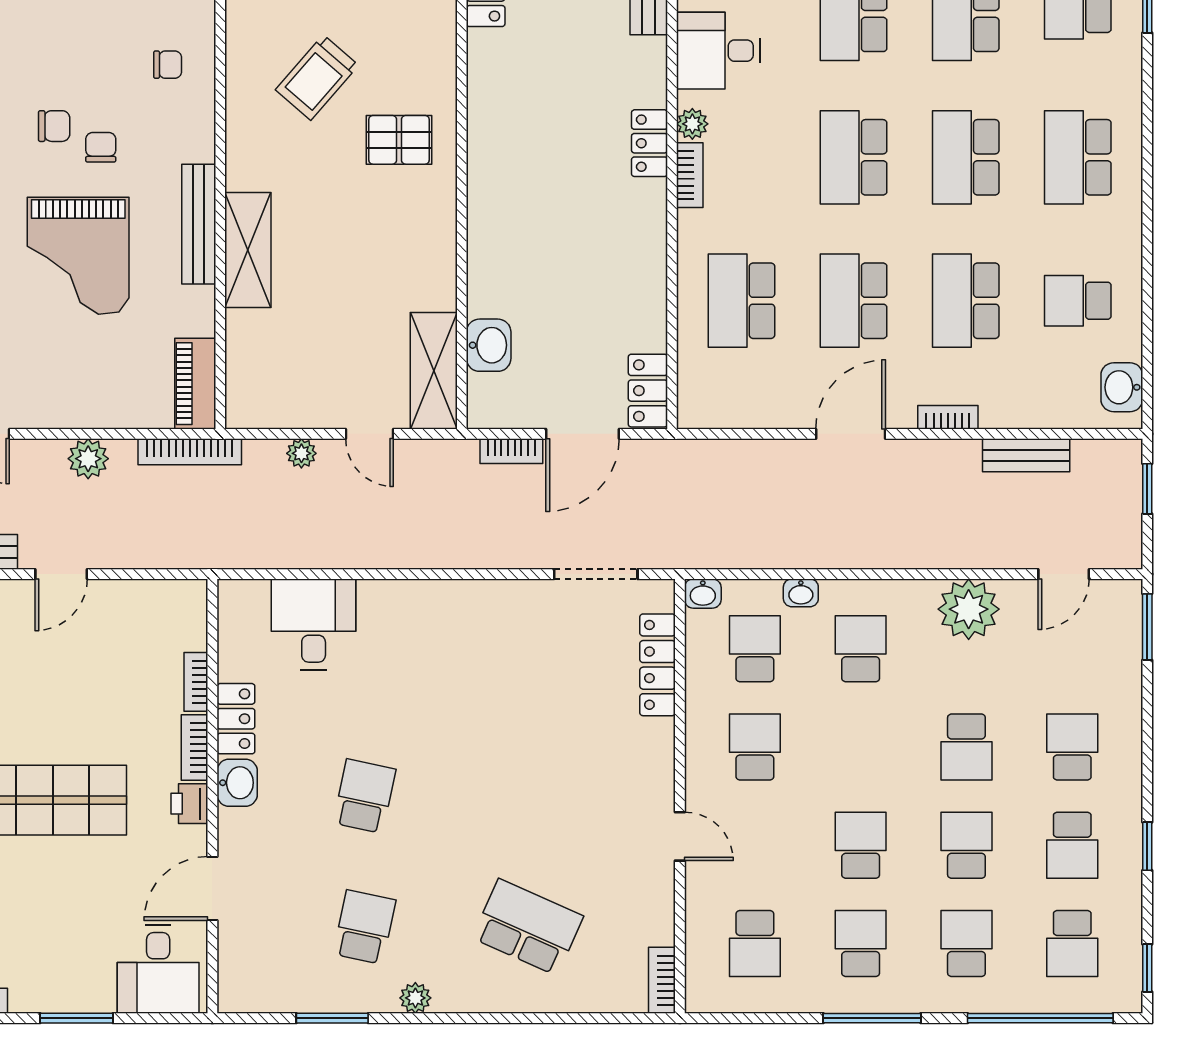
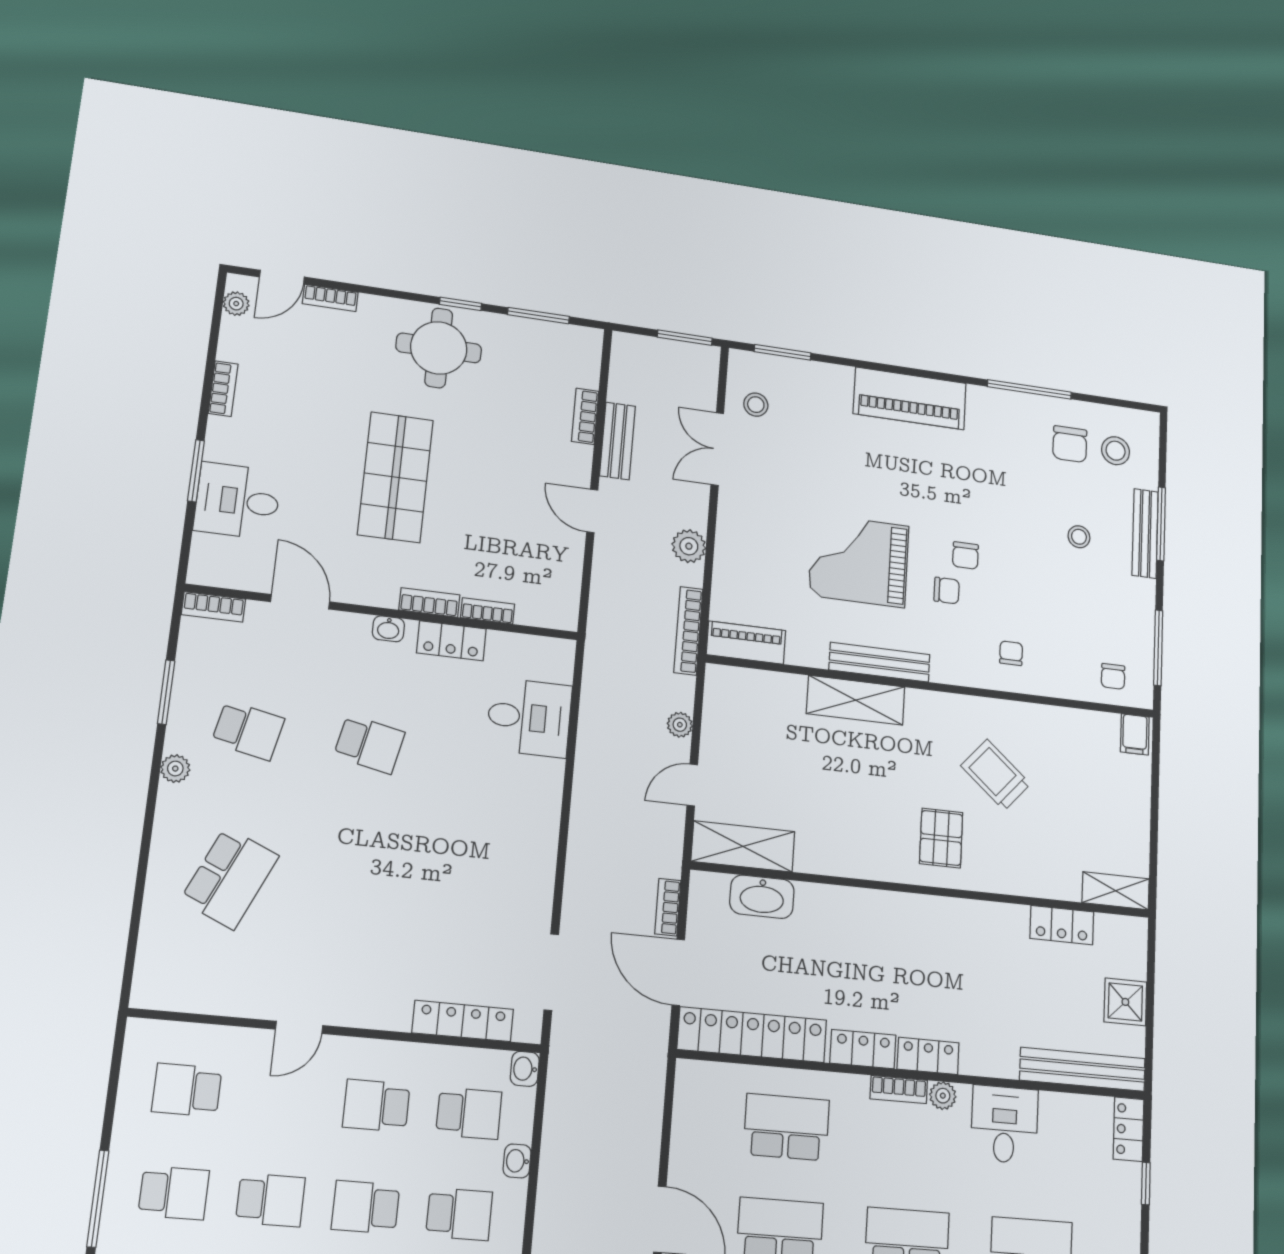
chair: (168, 65) -> (1011, 653), turned 180
locker: (649, 219) -> (863, 1049), added
washbasin: (489, 345) -> (762, 897), width x1.38
locker: (648, 391) -> (752, 1035), width x2.16, depth x1.21
school desk: (755, 747) -> (376, 1106), turned 180
school desk: (861, 747) -> (366, 1207), added
washbasin: (237, 783) -> (388, 629), width x0.72, depth x0.69
printer: (189, 804) -> (379, 592), removed
desk: (158, 969) -> (237, 501), moved
bookcase: (662, 980) -> (213, 607), moved, turned 180

